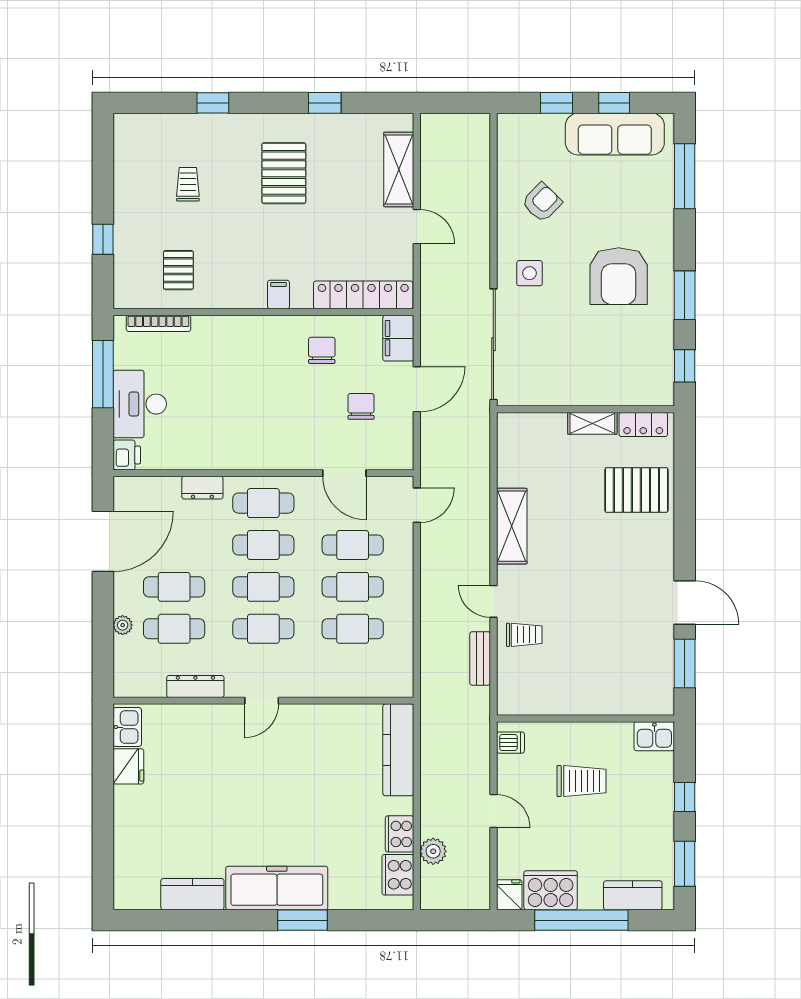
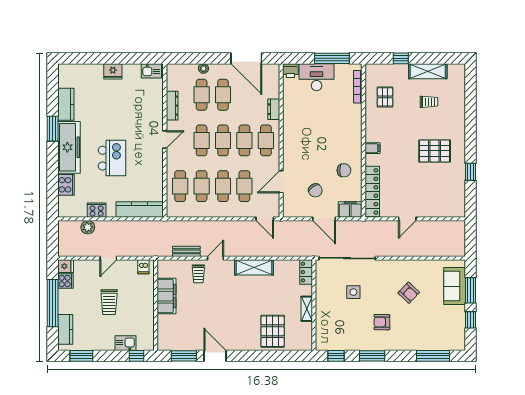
window: (213, 103) -> (471, 115), removed
window: (557, 103) -> (471, 290), width x1.50
sofa: (615, 134) -> (455, 286), moved, width x0.73
shelving: (399, 169) -> (428, 71), moved
armchair: (542, 202) -> (409, 293), moved
pallet: (178, 270) -> (385, 97), turned 90
side table: (530, 273) -> (353, 292), moved
armchair: (619, 276) -> (382, 322), width x0.53, depth x0.53
chair: (361, 406) -> (315, 190), turned 56
locker: (643, 425) -> (306, 272), moved
door: (685, 602) -> (215, 356), swing flipped
cafe table: (353, 671) -> (180, 186), added
filing cabinet: (568, 697) -> (166, 296), added
door: (262, 701) -> (165, 139), swing flipped
kitchen sink: (654, 736) -> (126, 343), moved, turned 90
fridge: (128, 766) -> (113, 71), moved
trolley: (581, 781) -> (109, 302), moved
window: (685, 797) -> (137, 356), moved
kitchen island: (298, 804) -> (112, 158), added
cooker: (398, 875) -> (66, 185), moved, turned 90
cooker: (551, 890) -> (66, 281), width x0.53, depth x0.76
window: (302, 920) -> (53, 129), moved

